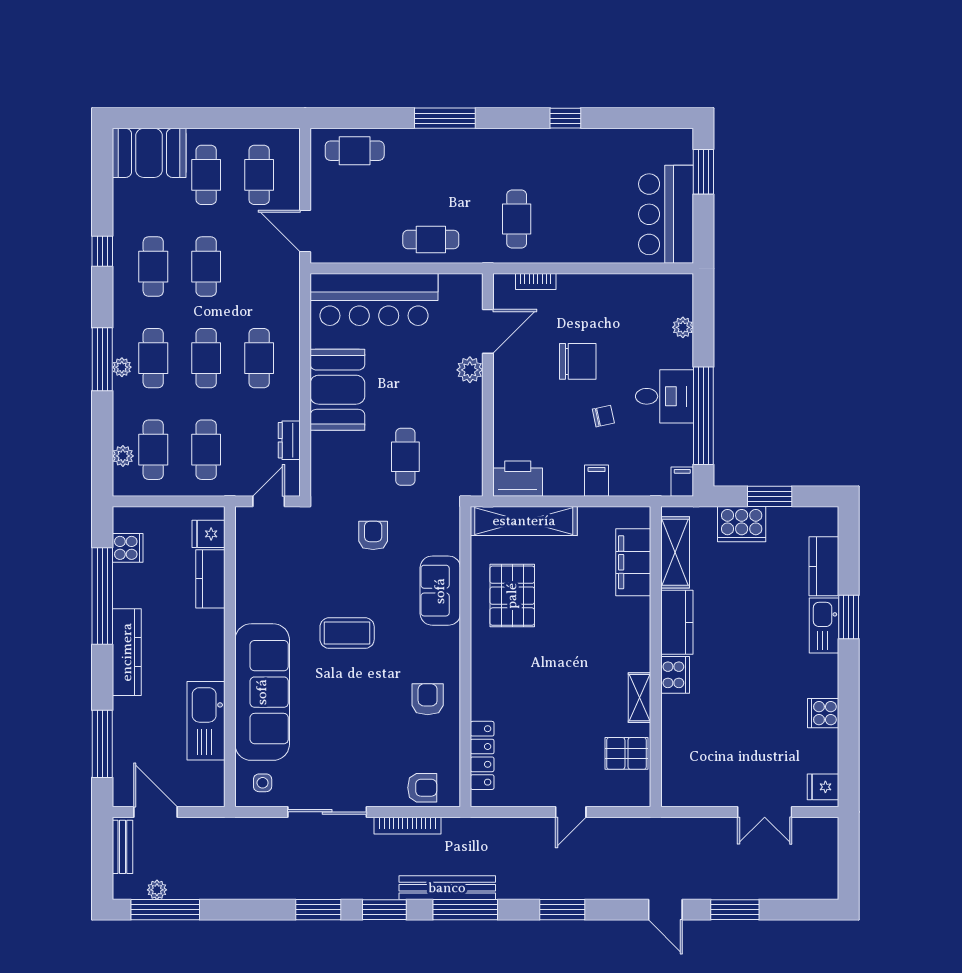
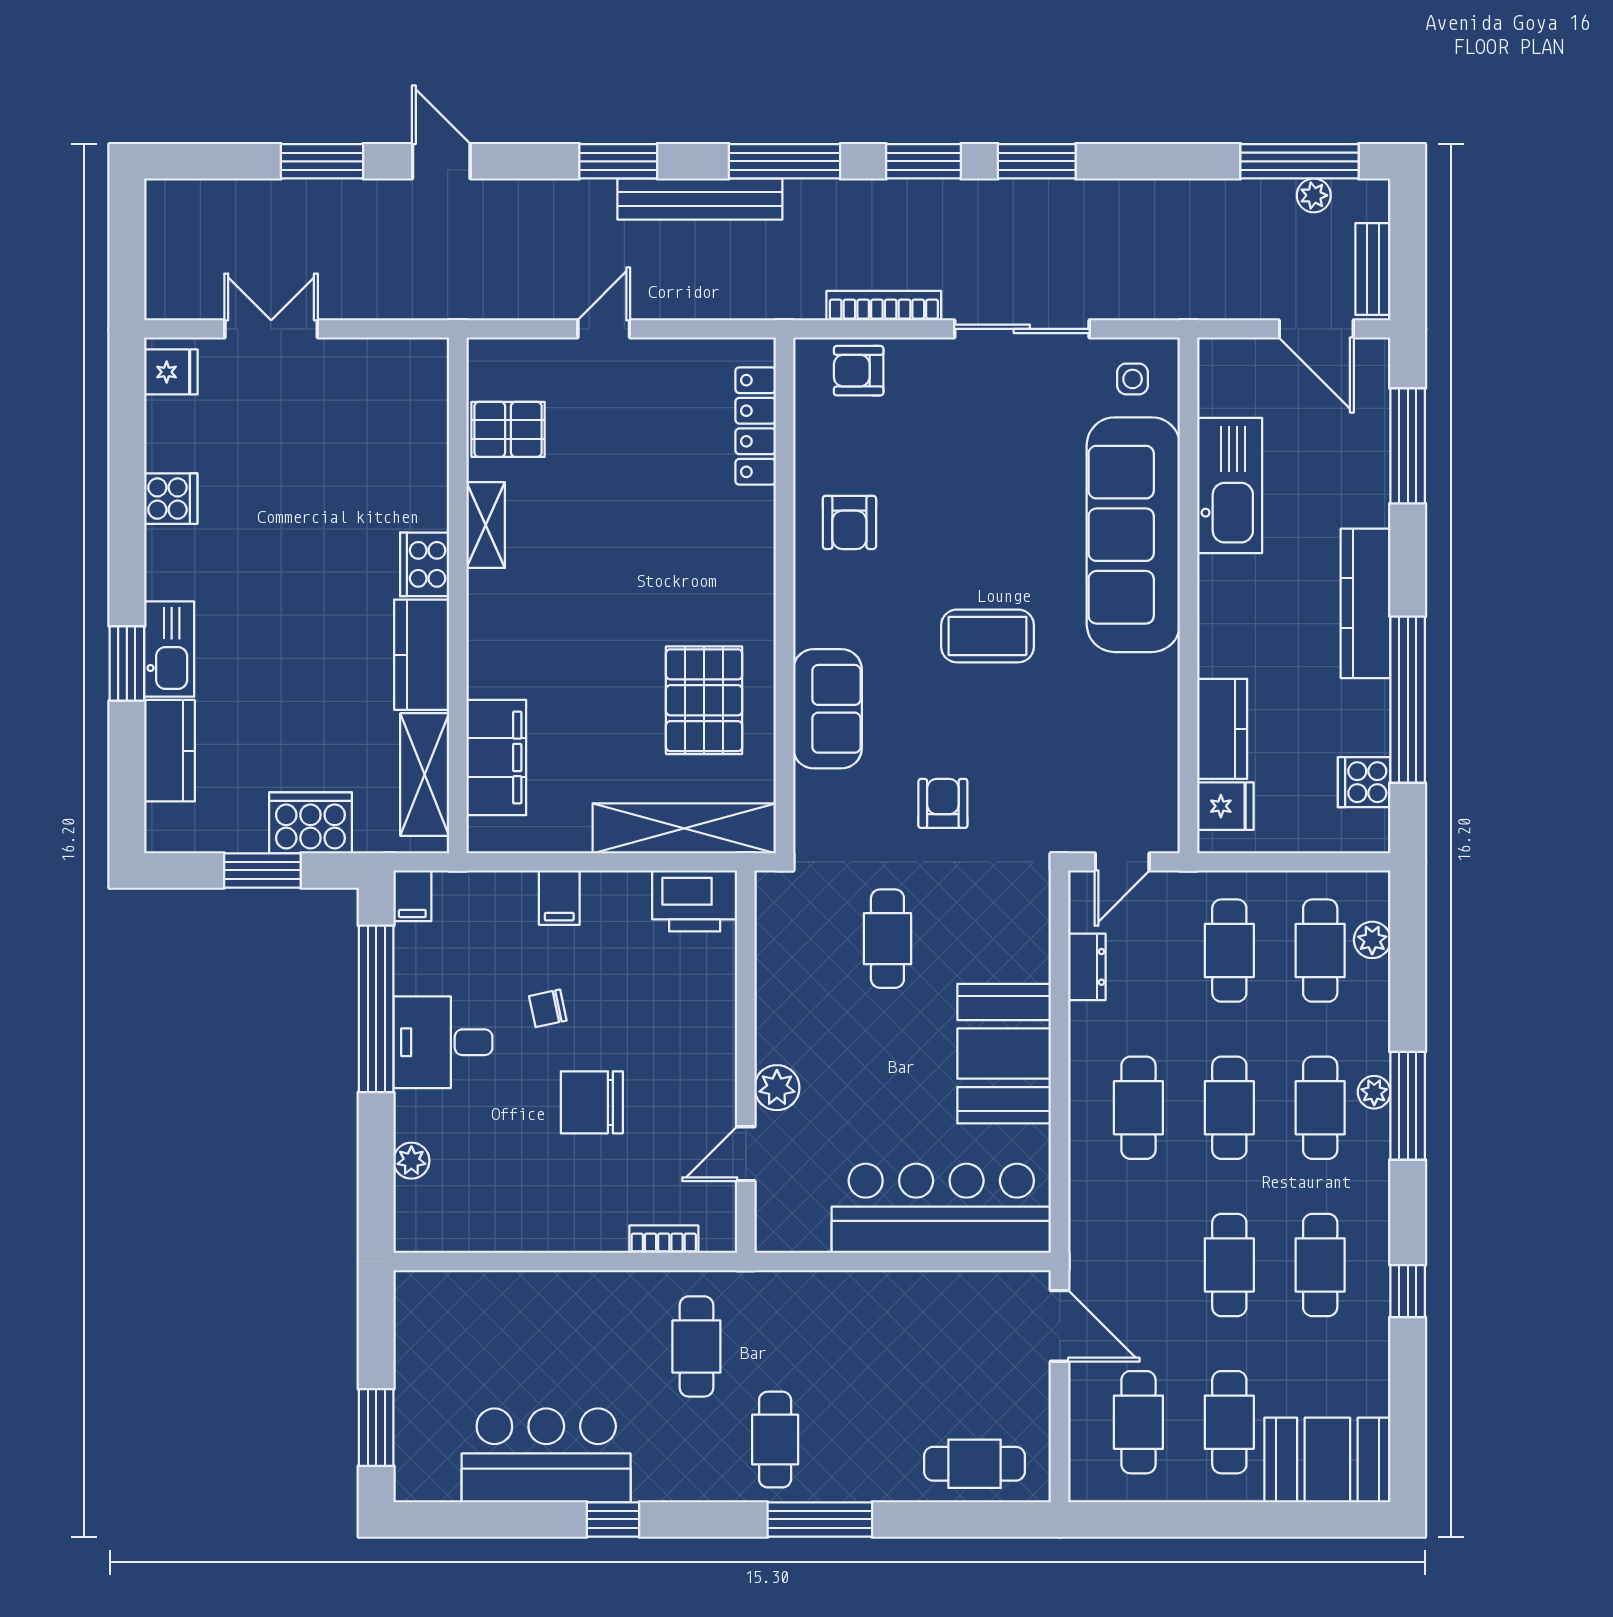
bar counter: (666, 214) -> (546, 1455), moved, turned -90
cafe table: (431, 240) -> (775, 1440), moved, turned 90
door: (488, 331) -> (746, 1154), width x0.73
armchair: (373, 535) -> (943, 803), turned 180
bench: (447, 888) -> (700, 199), moved

